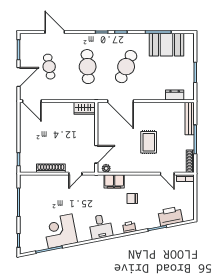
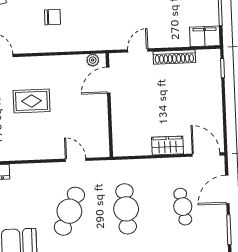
door: (120, 101) -> (76, 160), width x0.53
wardrobe: (85, 108) -> (168, 146), moved
rug: (149, 142) -> (32, 101), turned 90
filing cabinet: (114, 181) -> (205, 36), moved

